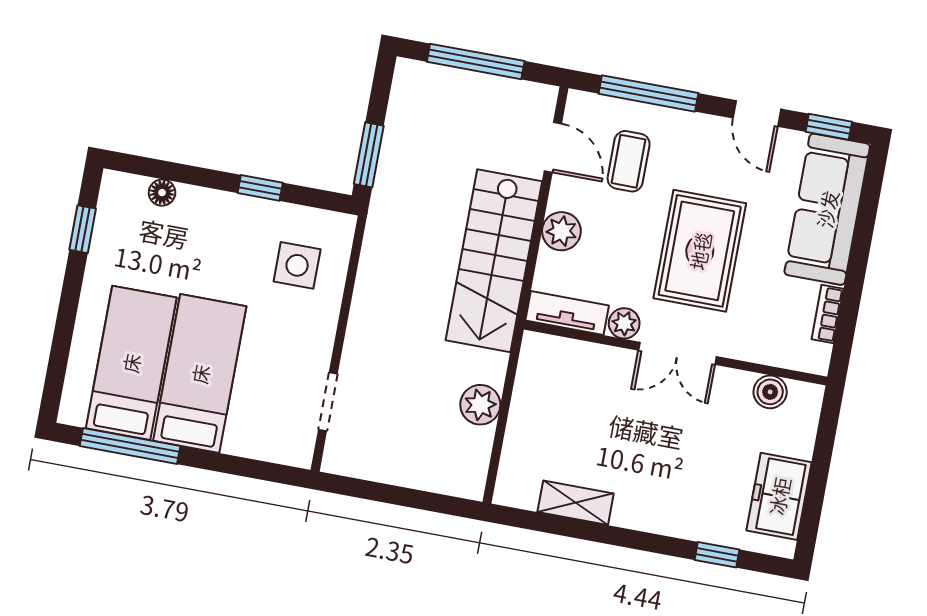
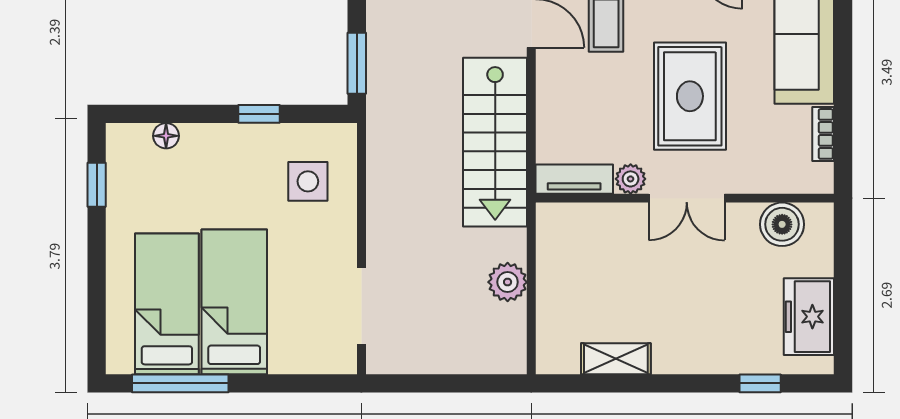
plant: (561, 231) -> (554, 102), removed
boiler: (770, 392) -> (782, 224), width x1.36, depth x1.36
doorway: (328, 402) -> (361, 306), width x1.38

